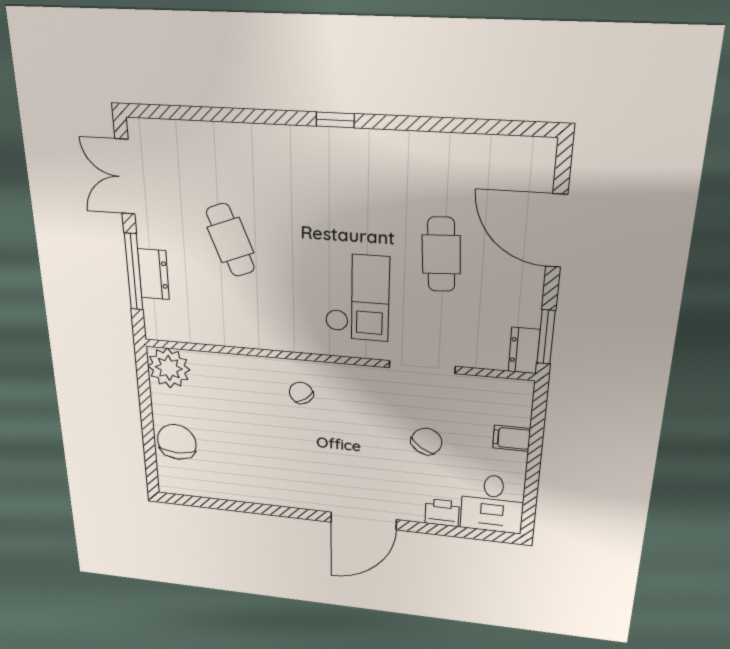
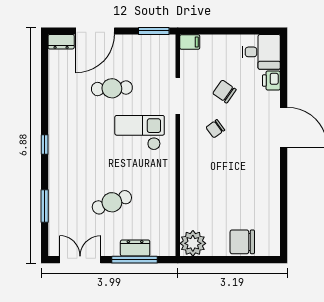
window: (218, 115) -> (45, 206), added
double door: (125, 177) -> (80, 260), swing flipped
dresser: (524, 350) -> (61, 42), moved
chair: (301, 393) -> (215, 129), moved
filing cabinet: (512, 438) -> (190, 42), moved, turned -90

